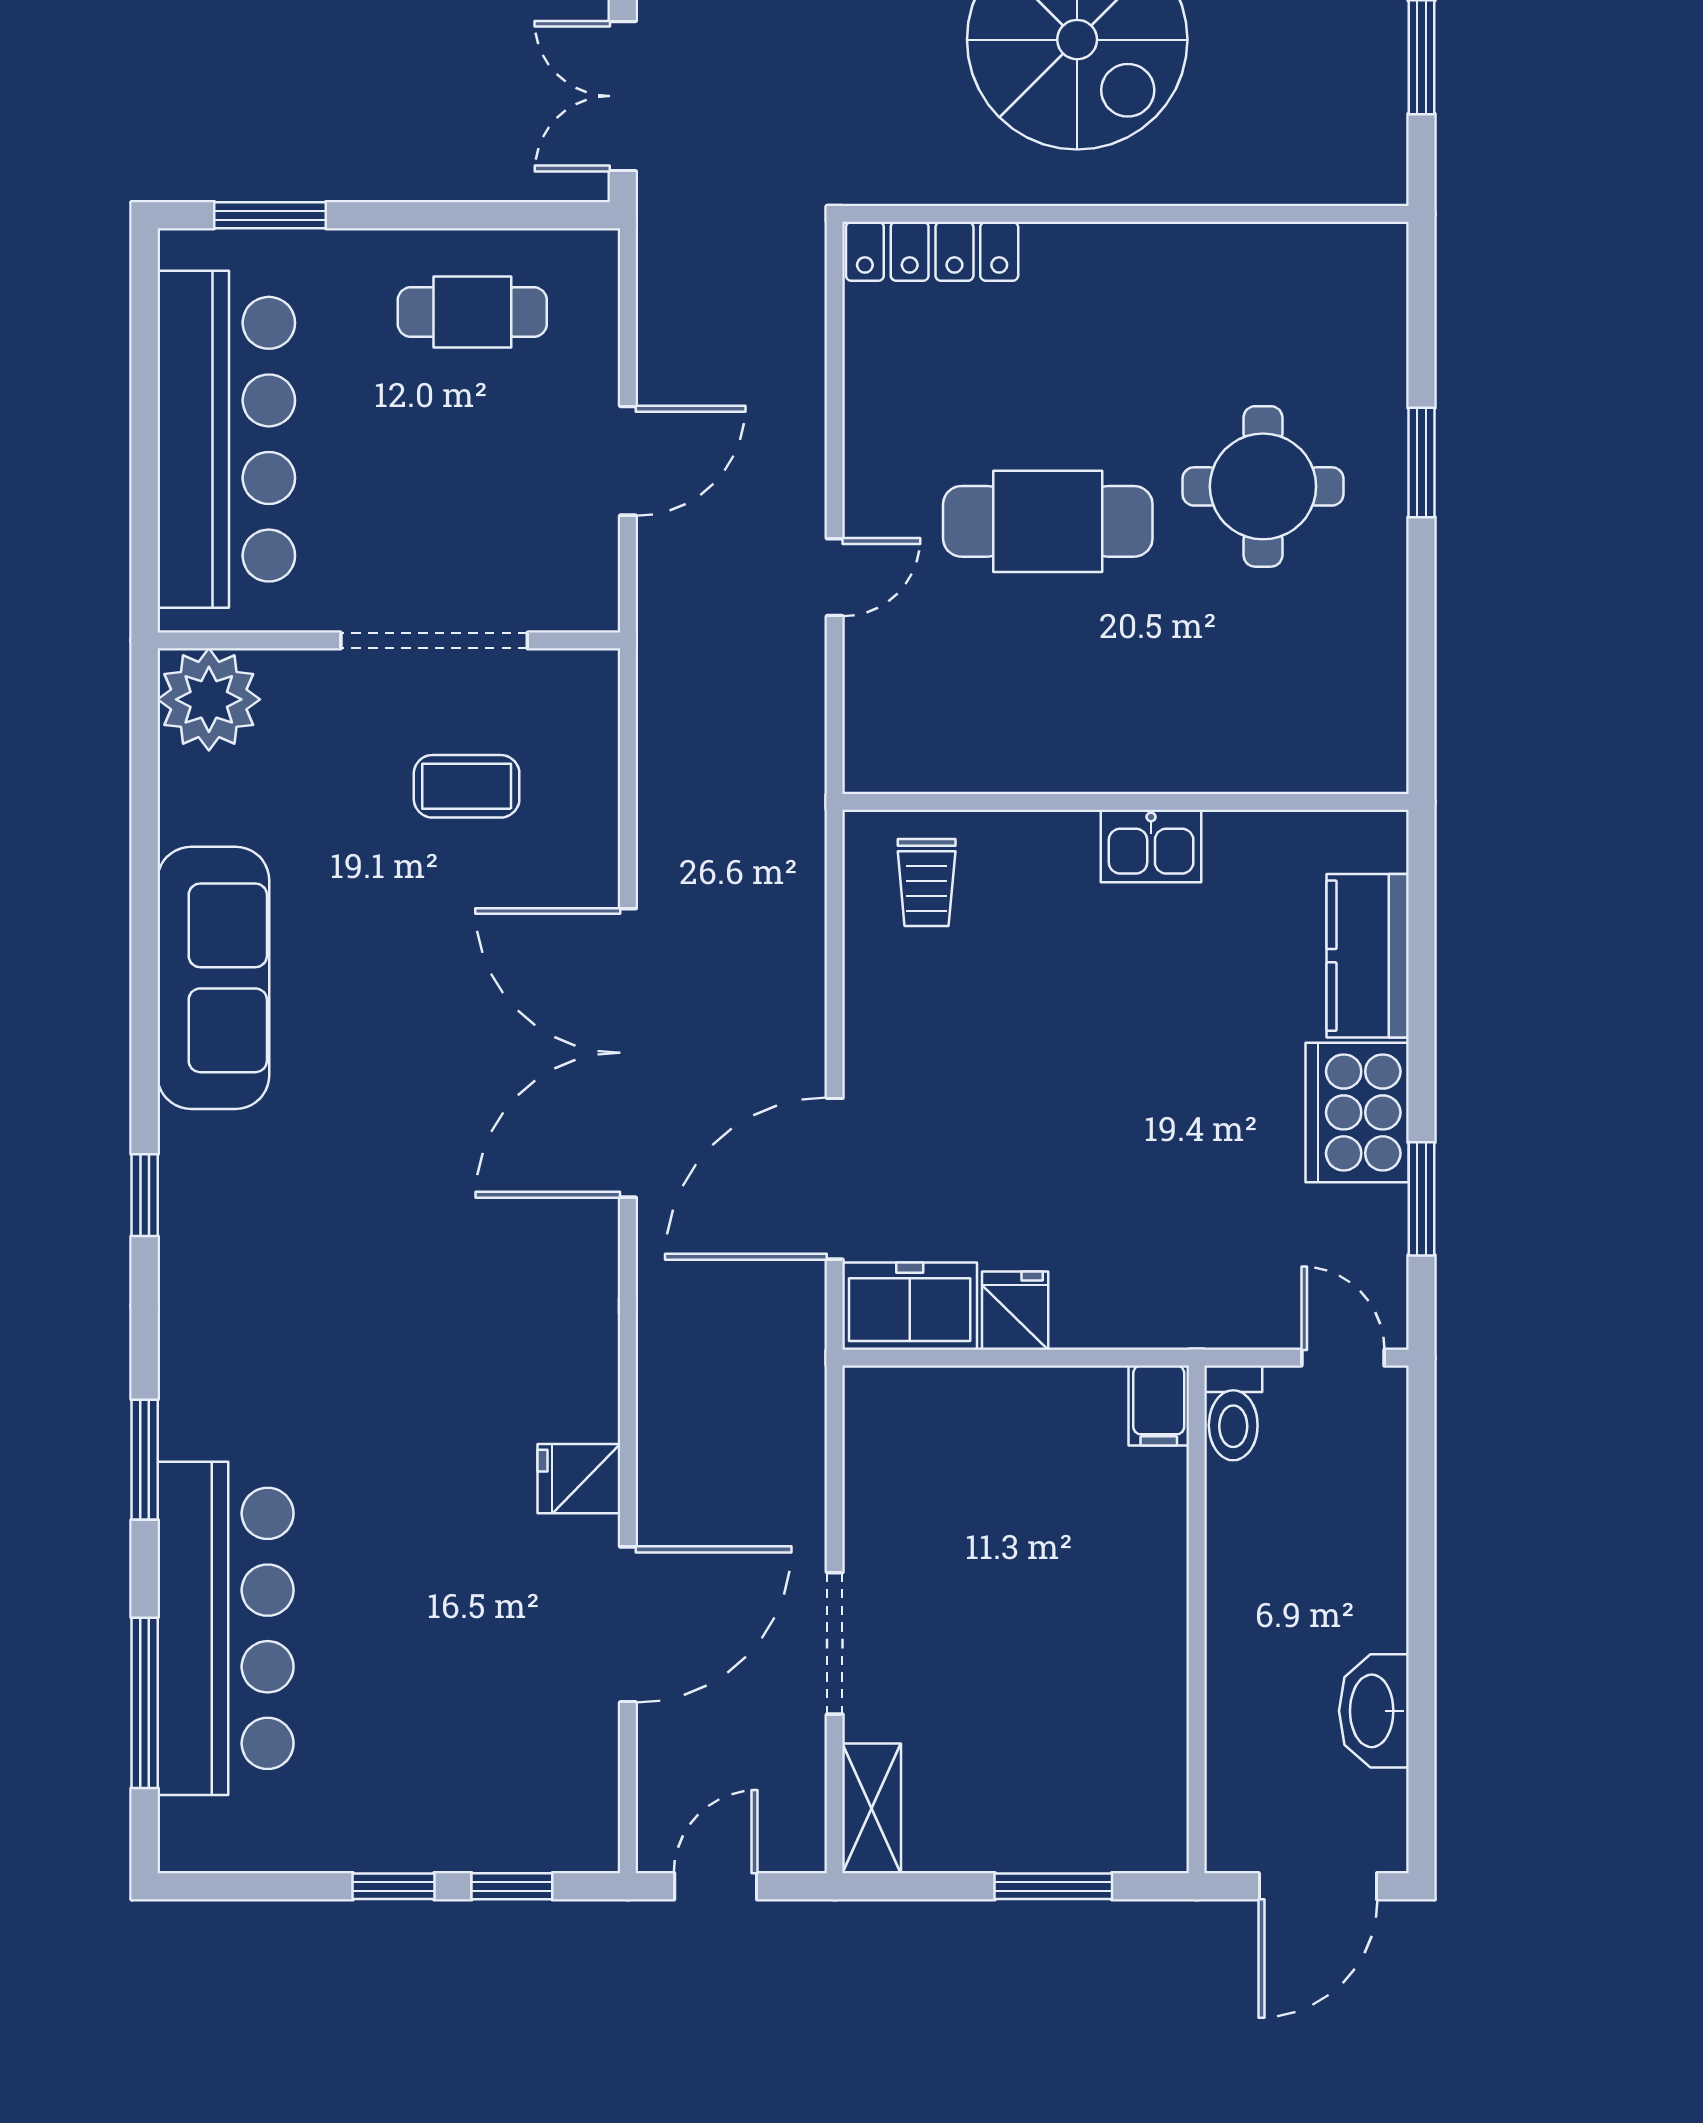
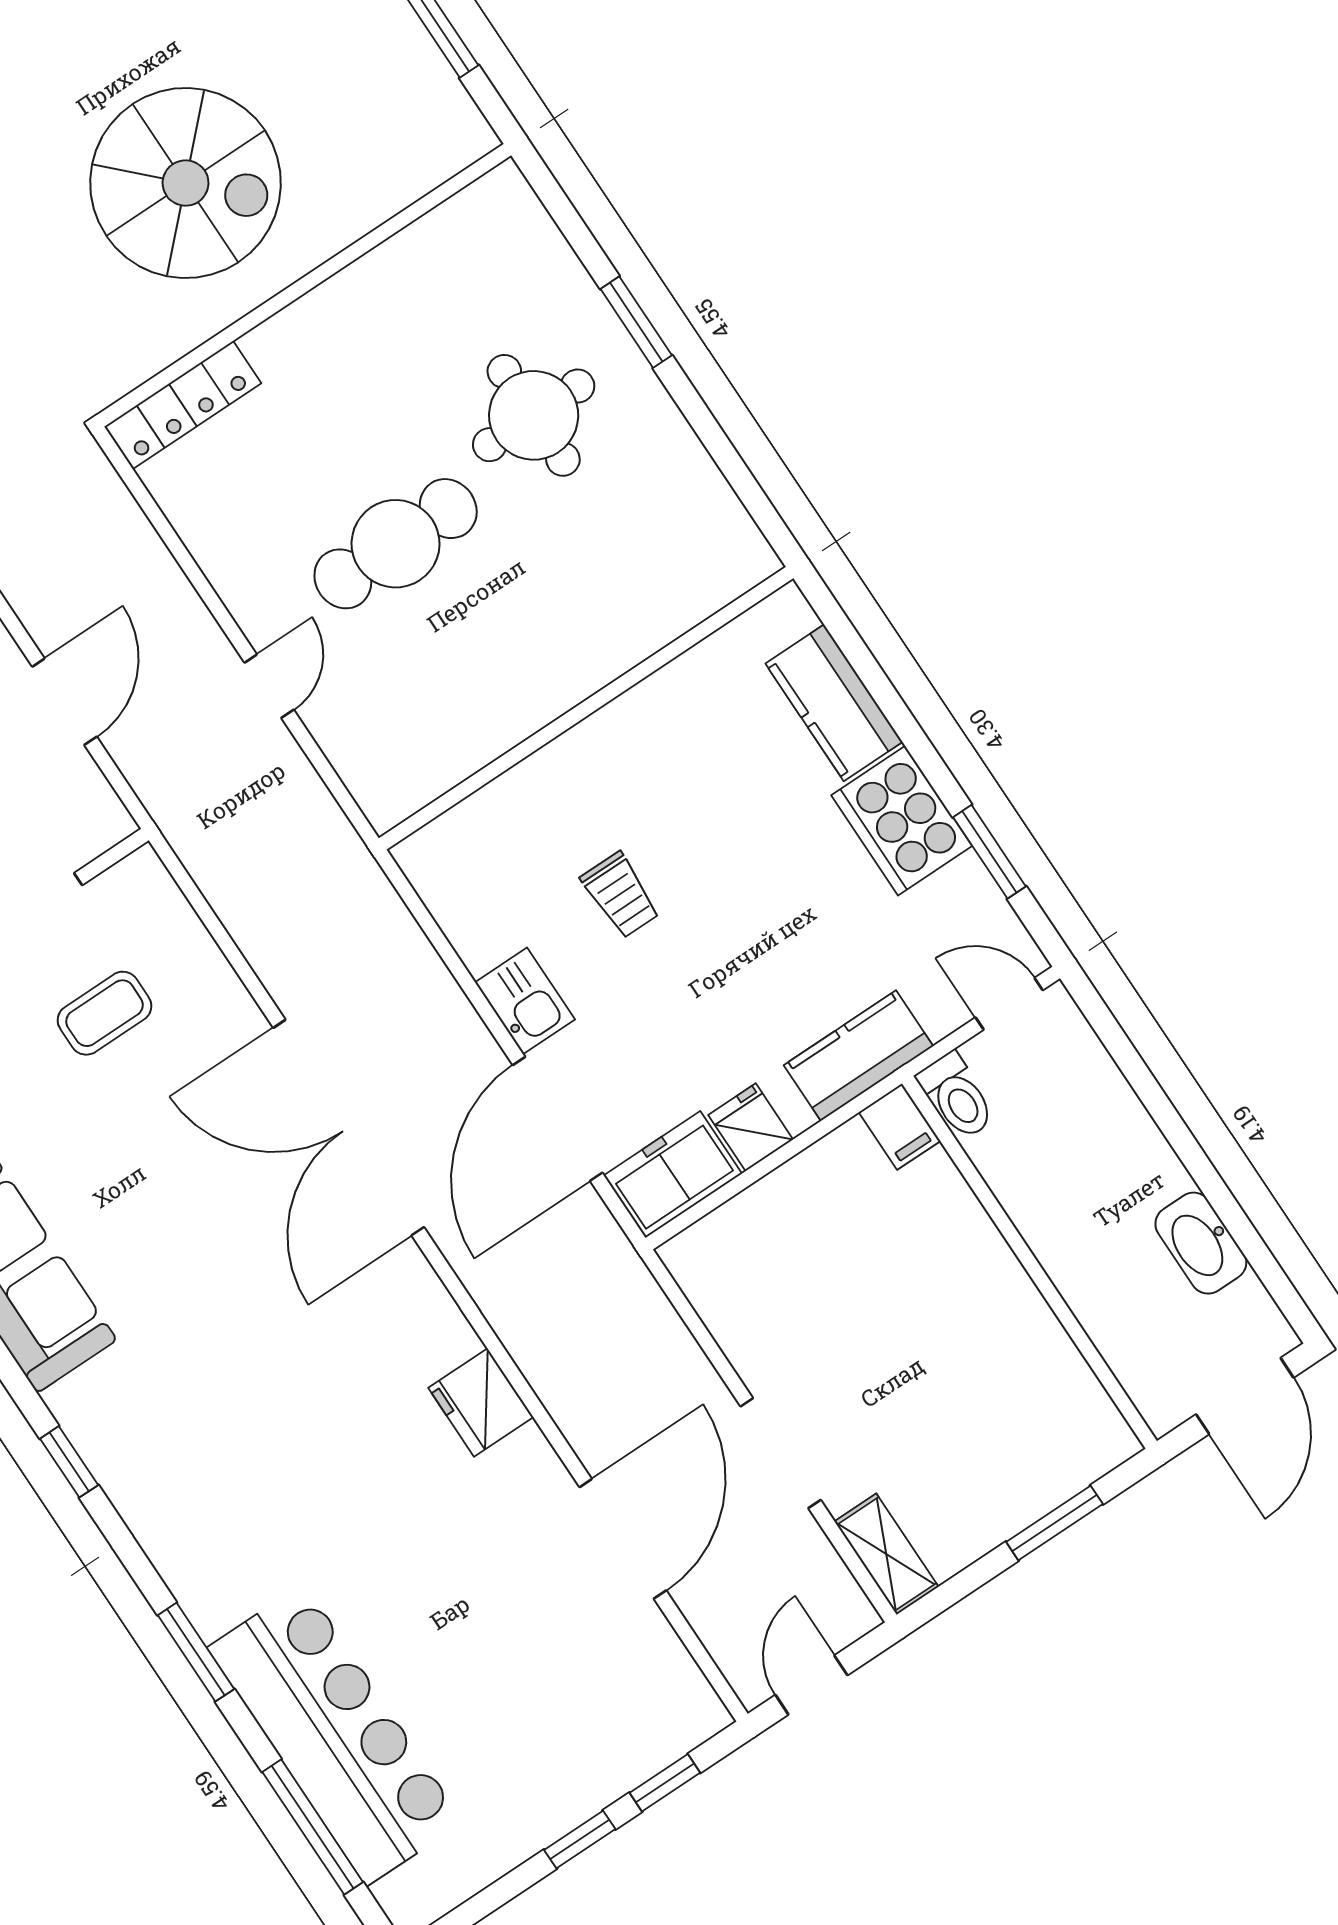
kitchen sink: (1151, 846) -> (525, 1001), moved, turned -90
trolley: (927, 882) -> (621, 895), moved
kitchen counter: (1165, 1311) -> (858, 1056), added
fridge: (579, 1479) -> (481, 1402), moved, width x1.38

